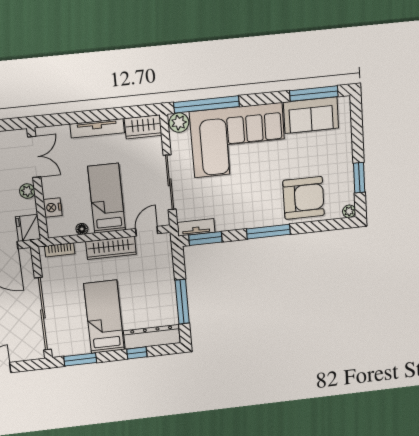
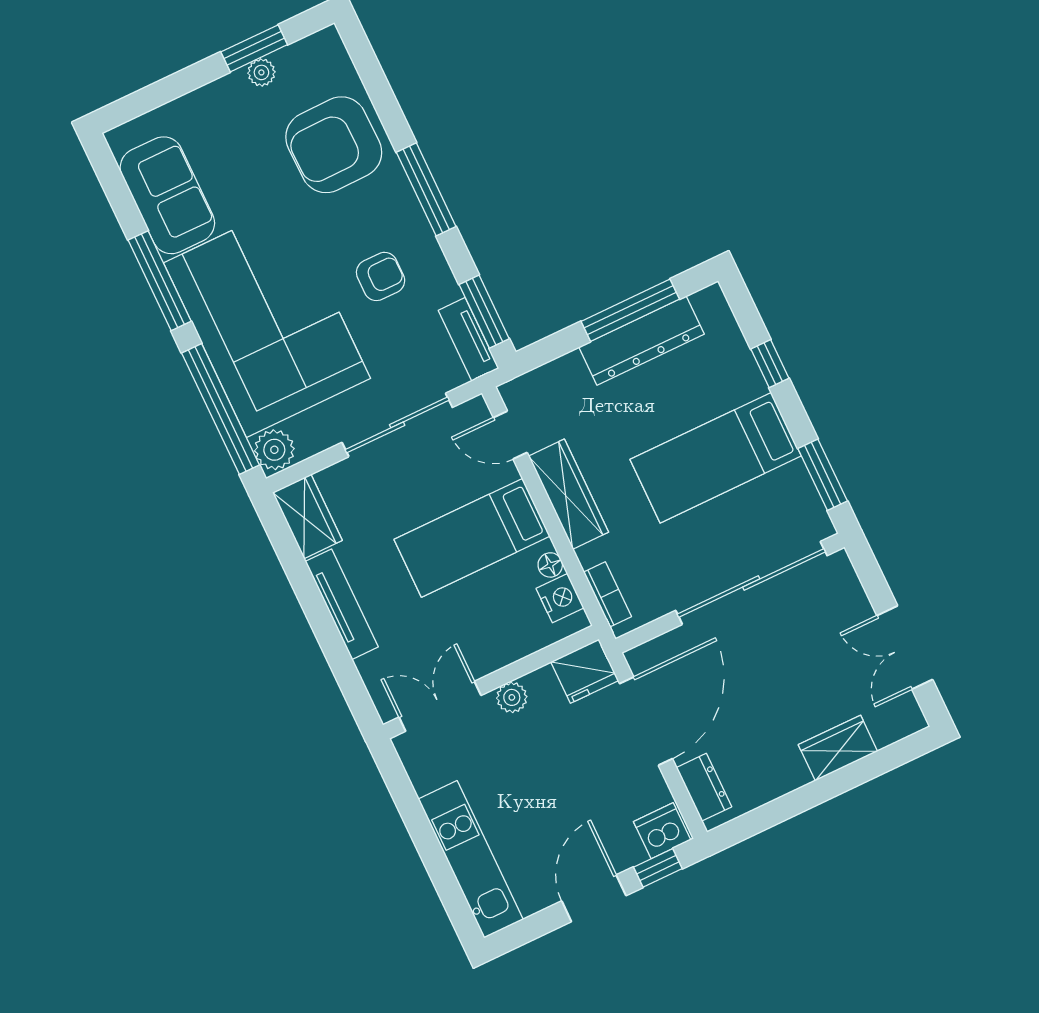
window: (314, 94) -> (160, 281), moved
armchair: (238, 198) -> (381, 276), added
armchair: (304, 198) -> (334, 145), turned -91
nightstand: (53, 207) -> (560, 598), moved, turned -90
plant: (349, 211) -> (261, 72), moved
dresser: (152, 337) -> (642, 341), moved, turned -90

